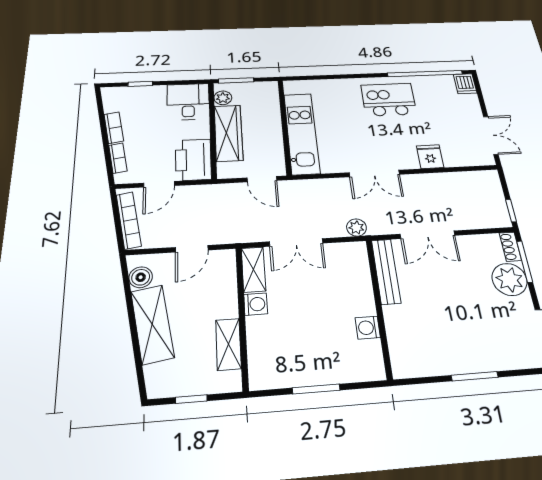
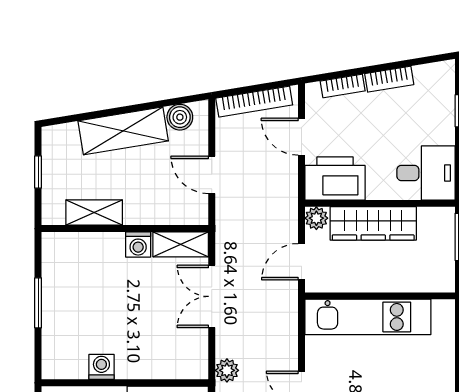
plant: (223, 98) -> (316, 218), moved

